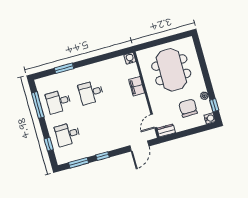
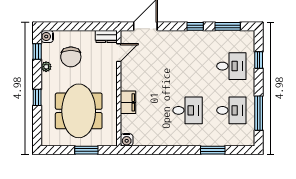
window: (157, 42) -> (86, 150), added
window: (205, 71) -> (37, 97), added

